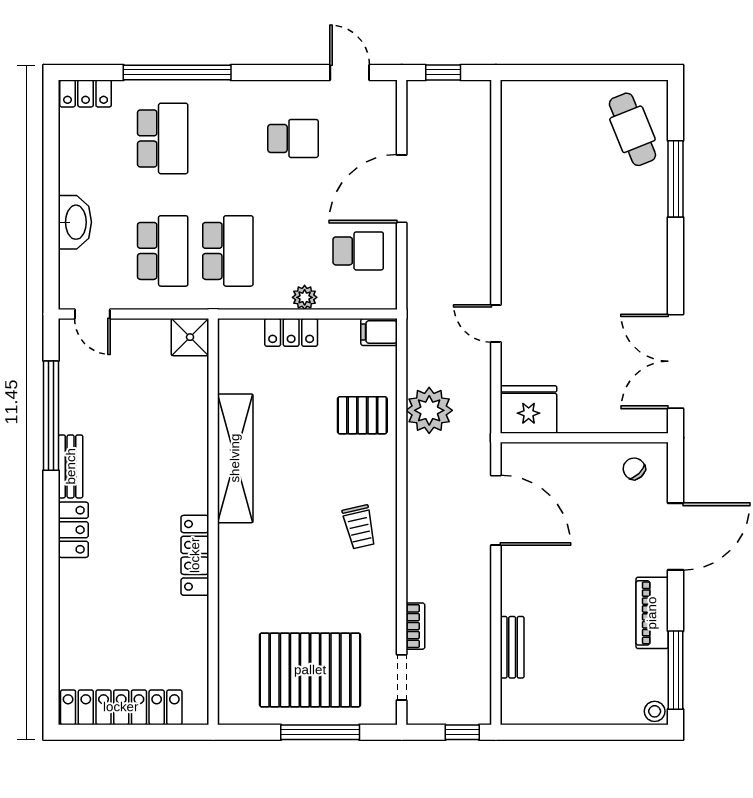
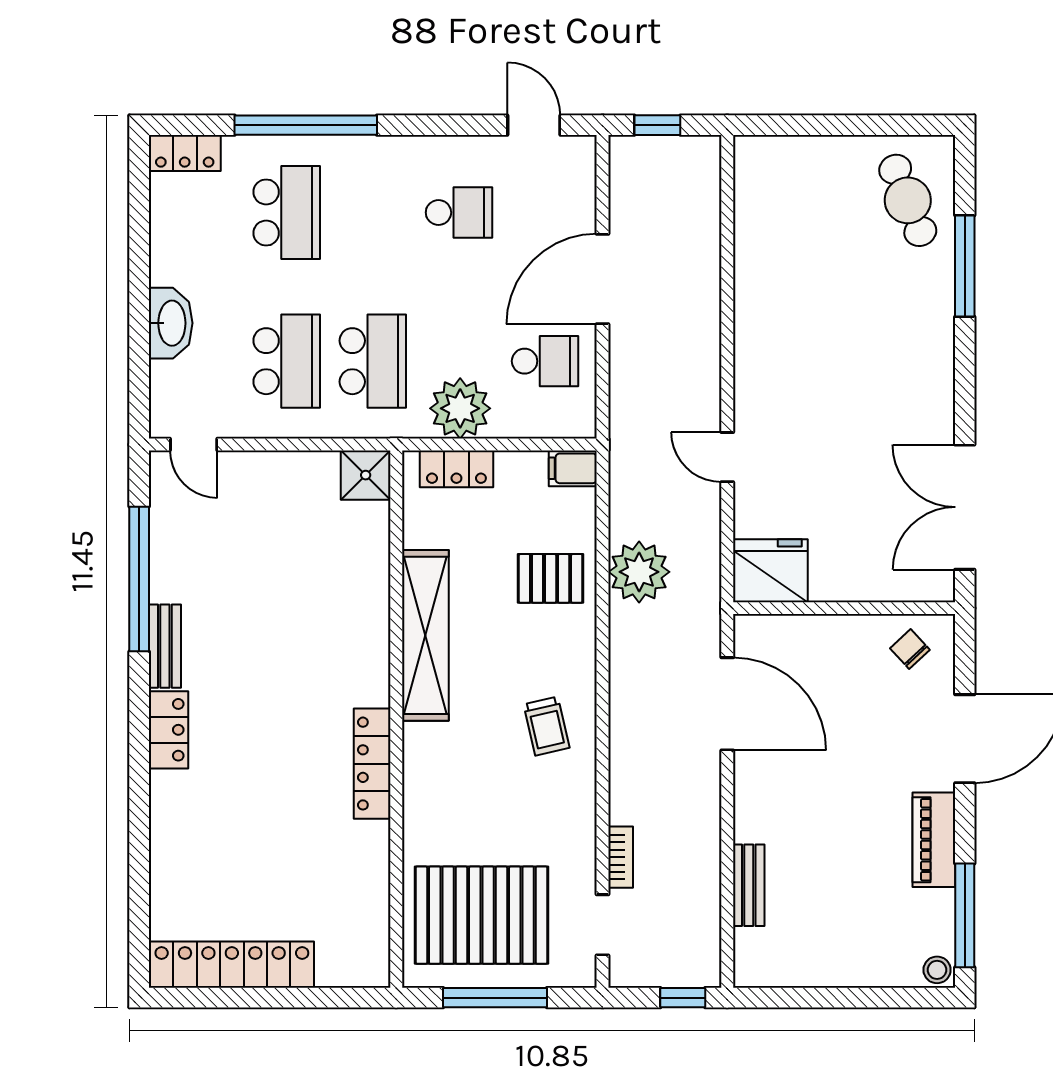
plant: (305, 297) -> (460, 408), width x1.88, depth x1.88
shower: (190, 337) -> (366, 475), moved
shelving: (235, 458) -> (425, 635), moved
wall: (213, 522) -> (396, 719), moved
locker: (195, 555) -> (372, 764), moved

